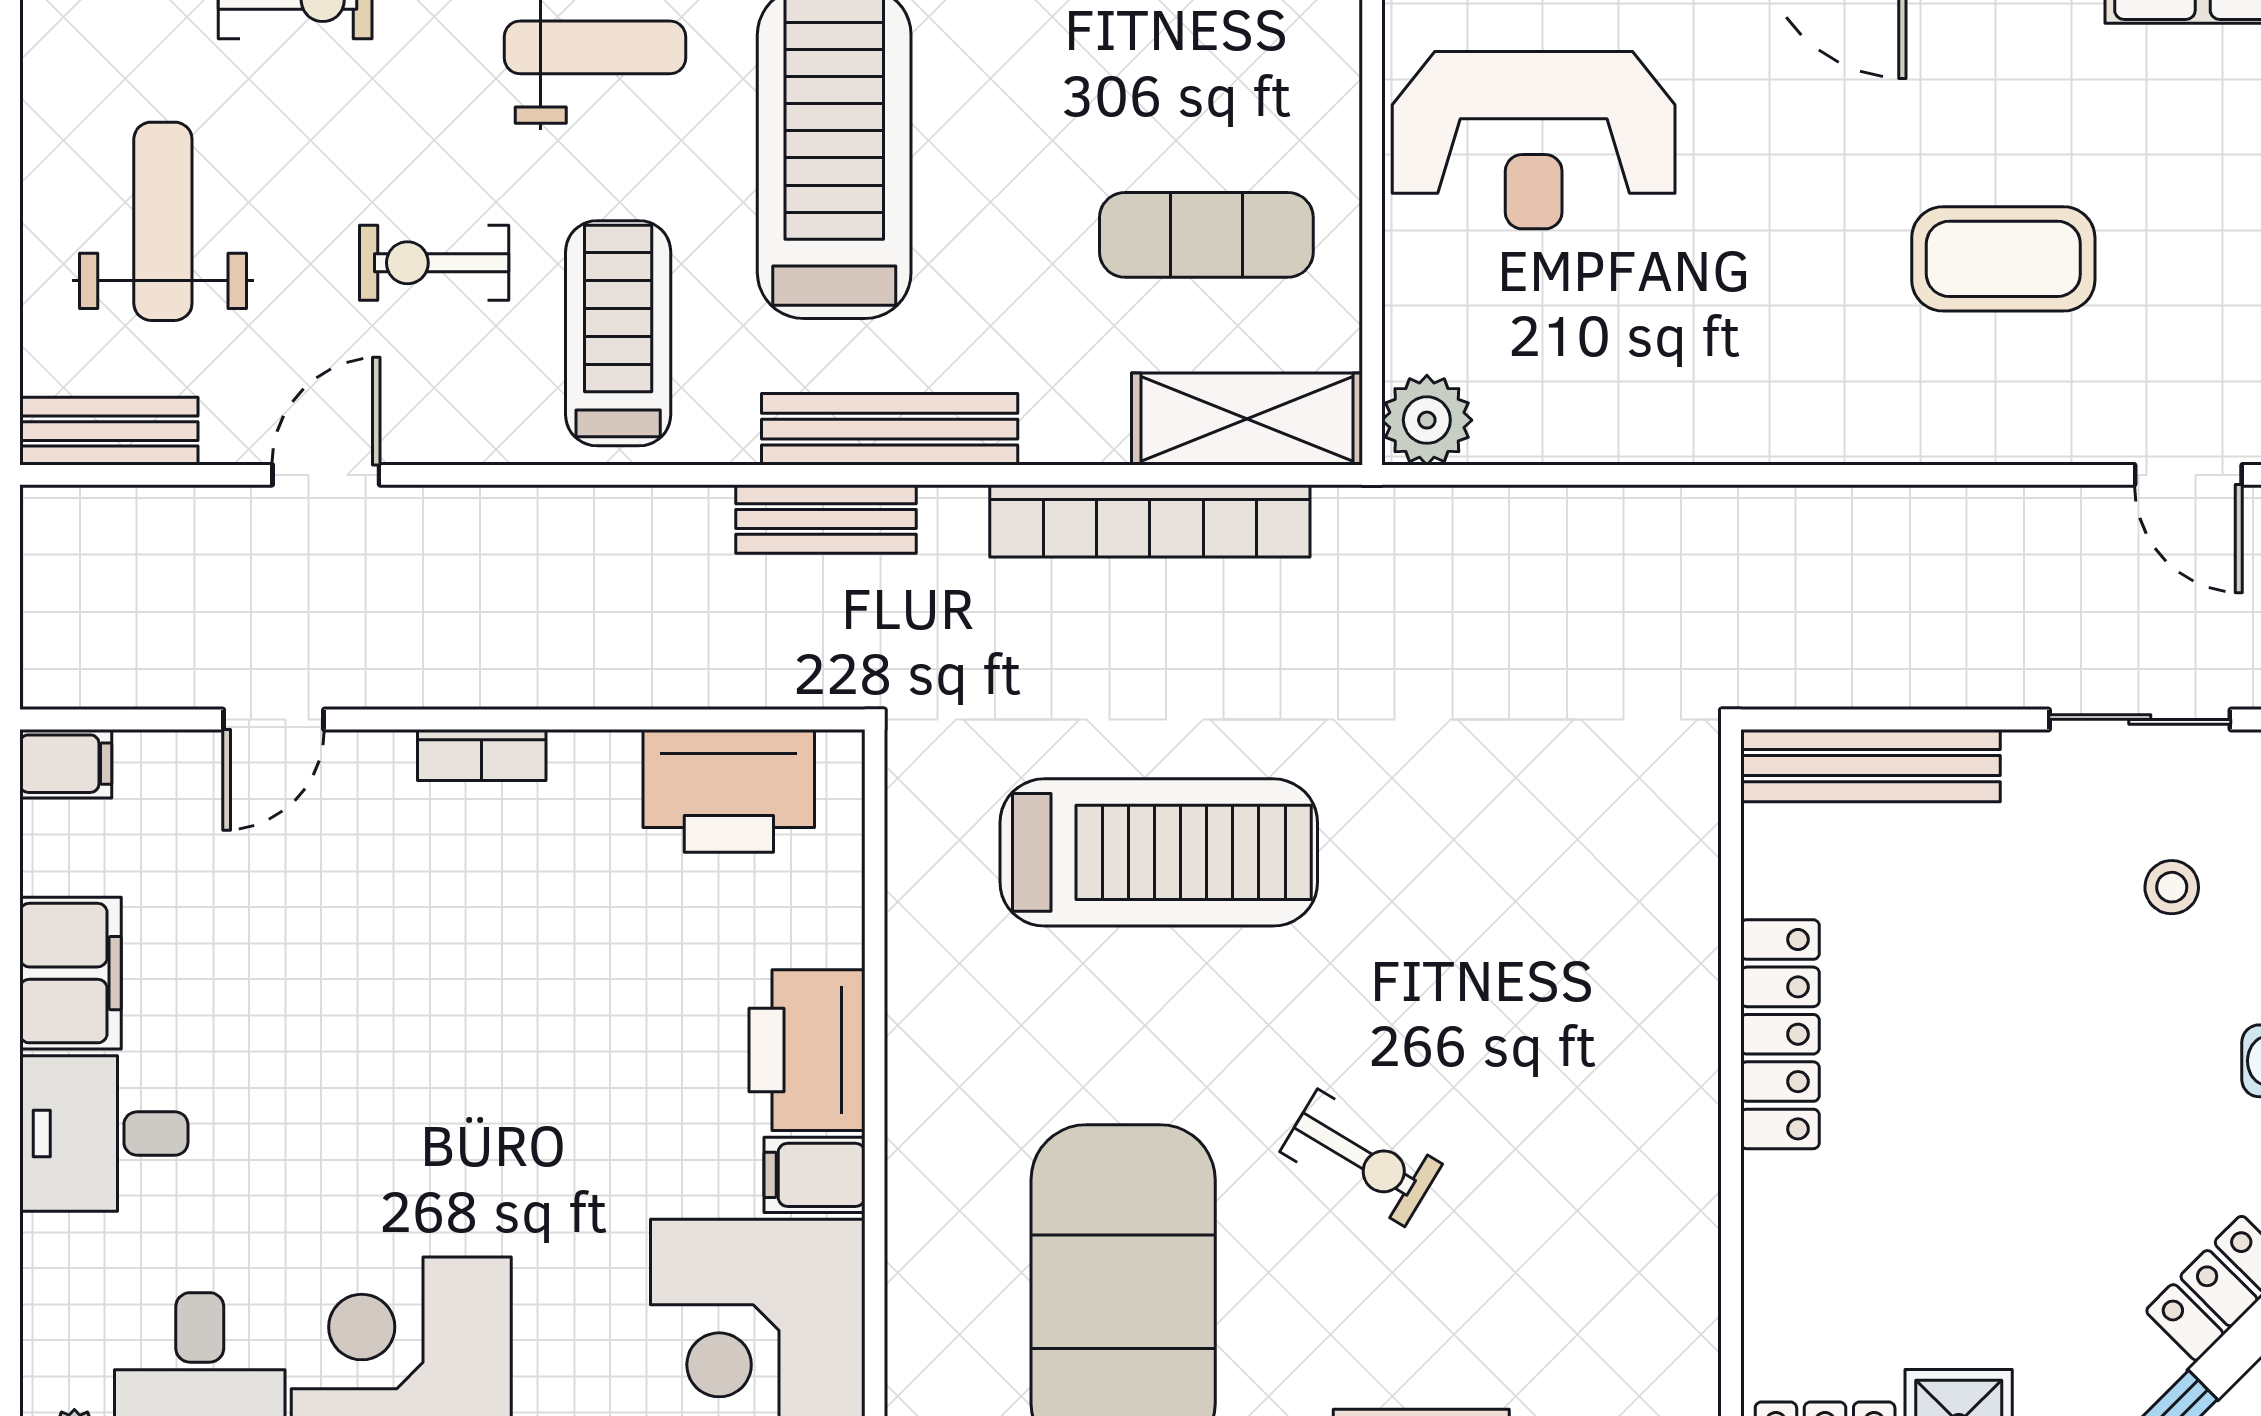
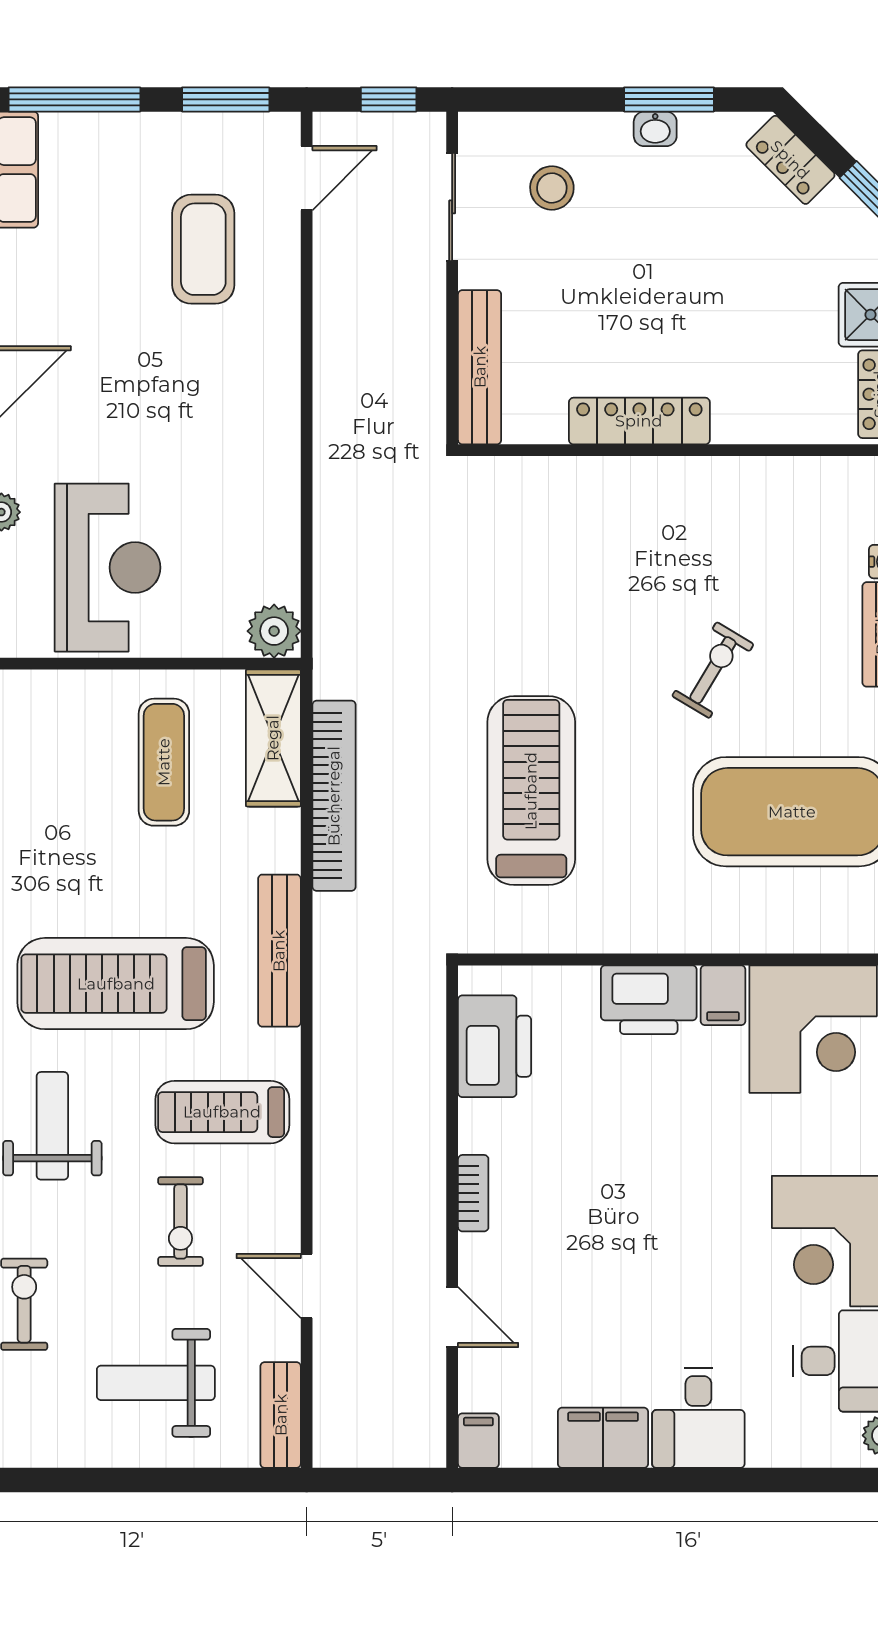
coffee table: (2003, 259) -> (203, 249), moved
bench: (826, 519) -> (333, 988), removed
stool: (2172, 887) -> (552, 188), width x1.37, depth x1.37

